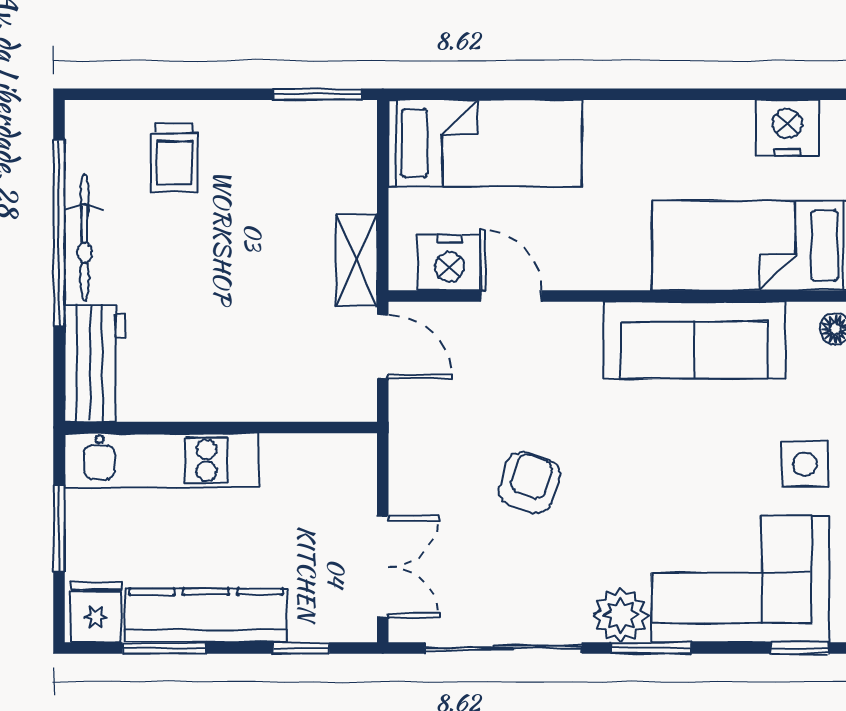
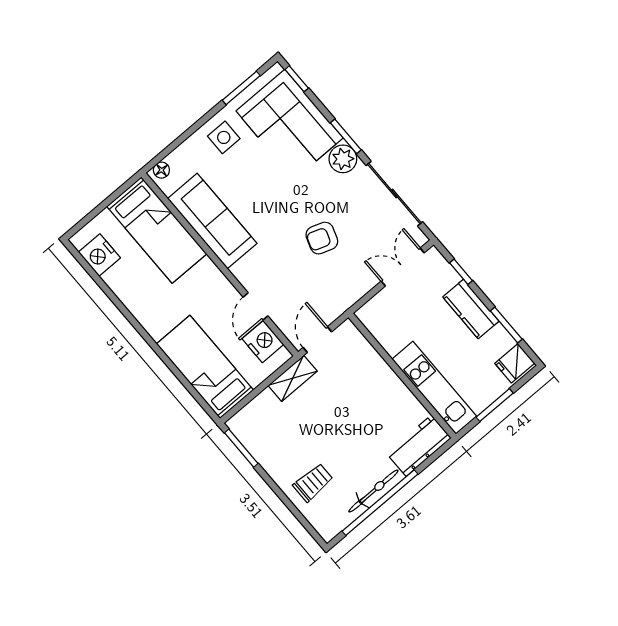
kitchen counter: (206, 615) -> (471, 309), width x0.67

